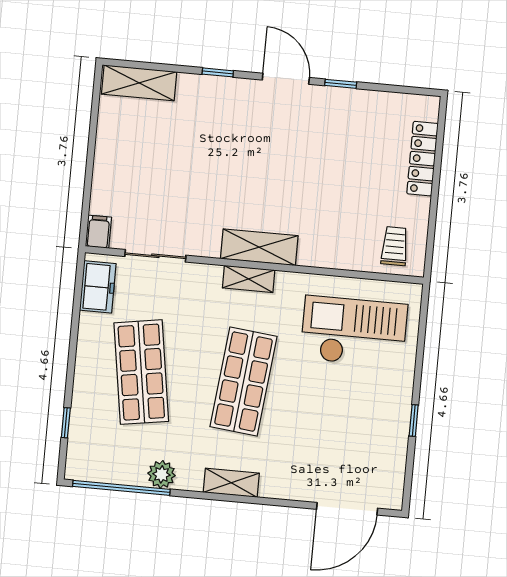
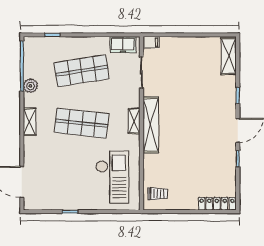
locker: (422, 159) -> (217, 204), moved
shelving: (259, 247) -> (151, 125), width x1.47

